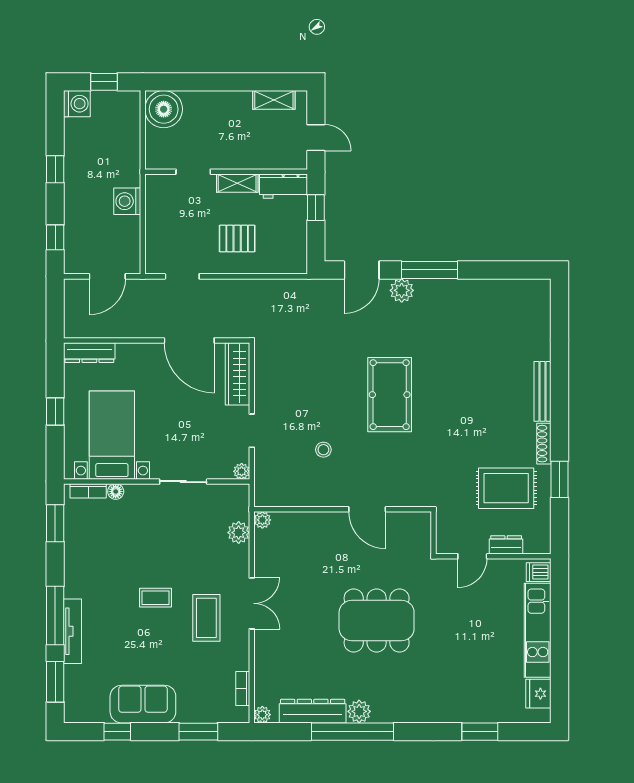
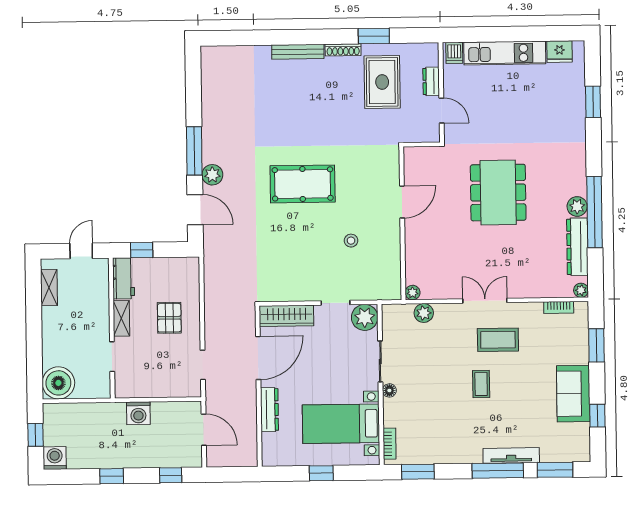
dresser: (89, 353) -> (269, 410), moved
plant: (242, 471) -> (365, 317), width x1.88, depth x1.88
floor lamp: (116, 492) -> (389, 390), moved

